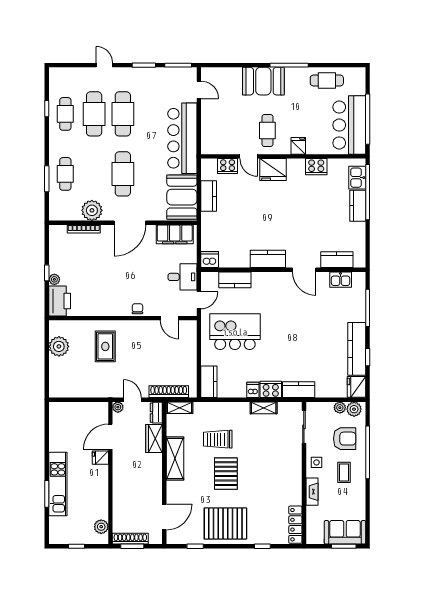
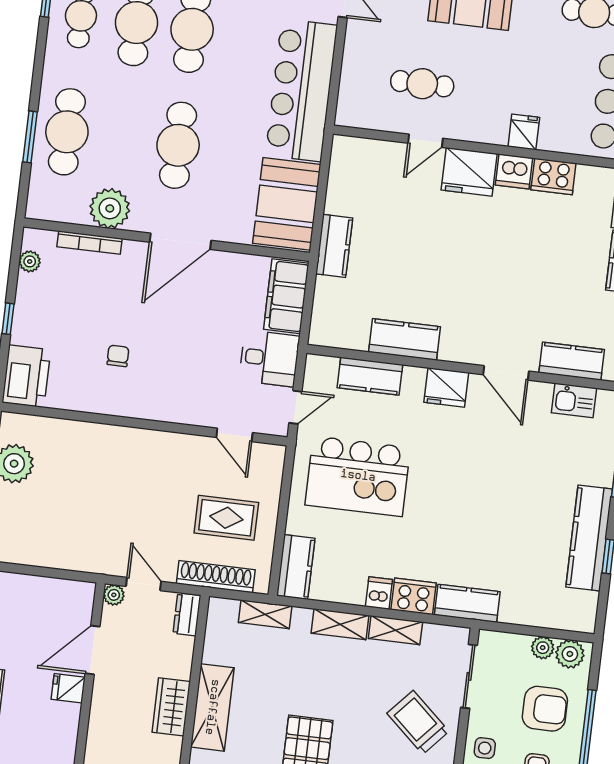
cafe table: (267, 130) -> (422, 84), moved, turned 90
door: (249, 156) -> (425, 141), hinge flipped
cooker: (228, 166) -> (382, 155), removed
cafe table: (65, 174) -> (67, 132), width x1.37, depth x1.35
kitchen counter: (209, 196) -> (334, 246), moved
filing cabinet: (175, 234) -> (286, 296), moved, turned 90
kitchen counter: (268, 259) -> (404, 339), moved
dishwasher: (210, 260) -> (514, 171), moved, turned 180
plant: (54, 279) -> (30, 261), moved
chair: (137, 309) -> (118, 356), moved
kitchen island: (235, 332) -> (358, 476), turned 180
rug: (105, 346) -> (226, 518), moved, turned 90
fridge: (356, 387) -> (446, 387), moved, turned -90
shelving: (180, 408) -> (265, 614), moved
shelving: (235, 408) -> (340, 624), added
wardrobe: (154, 438) -> (171, 707), moved
trolley: (218, 439) -> (418, 722), moved, turned 42

